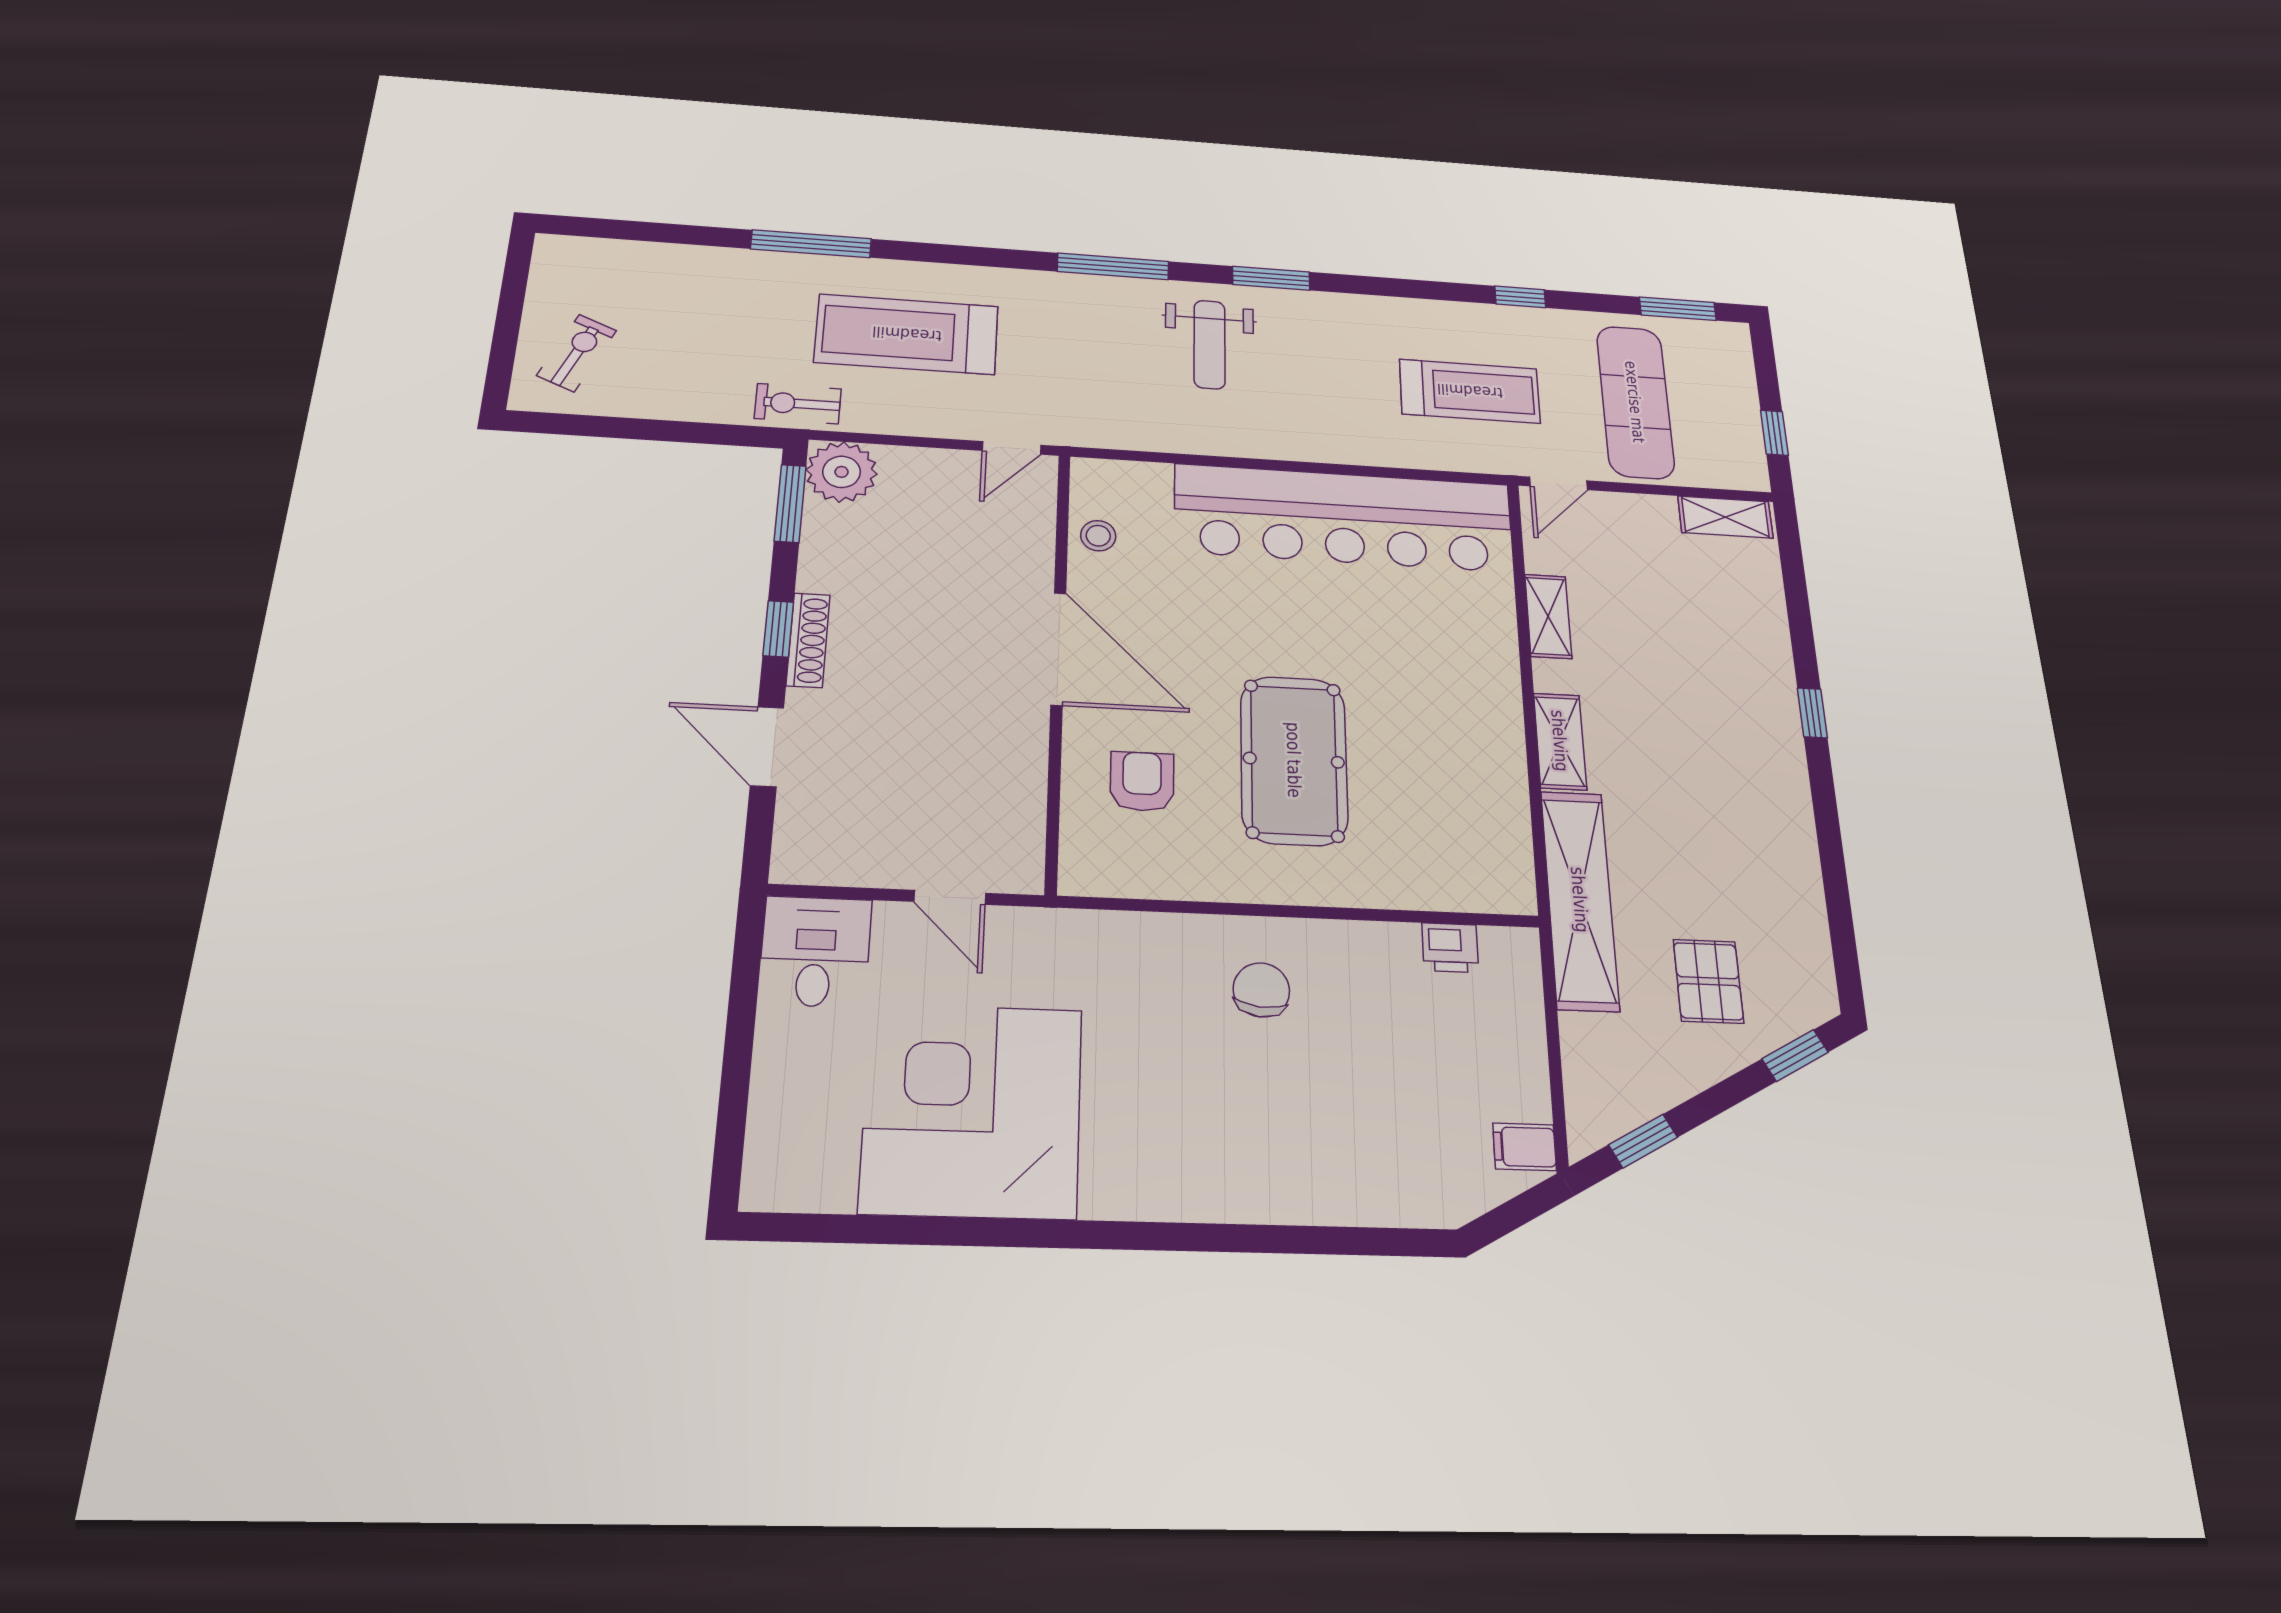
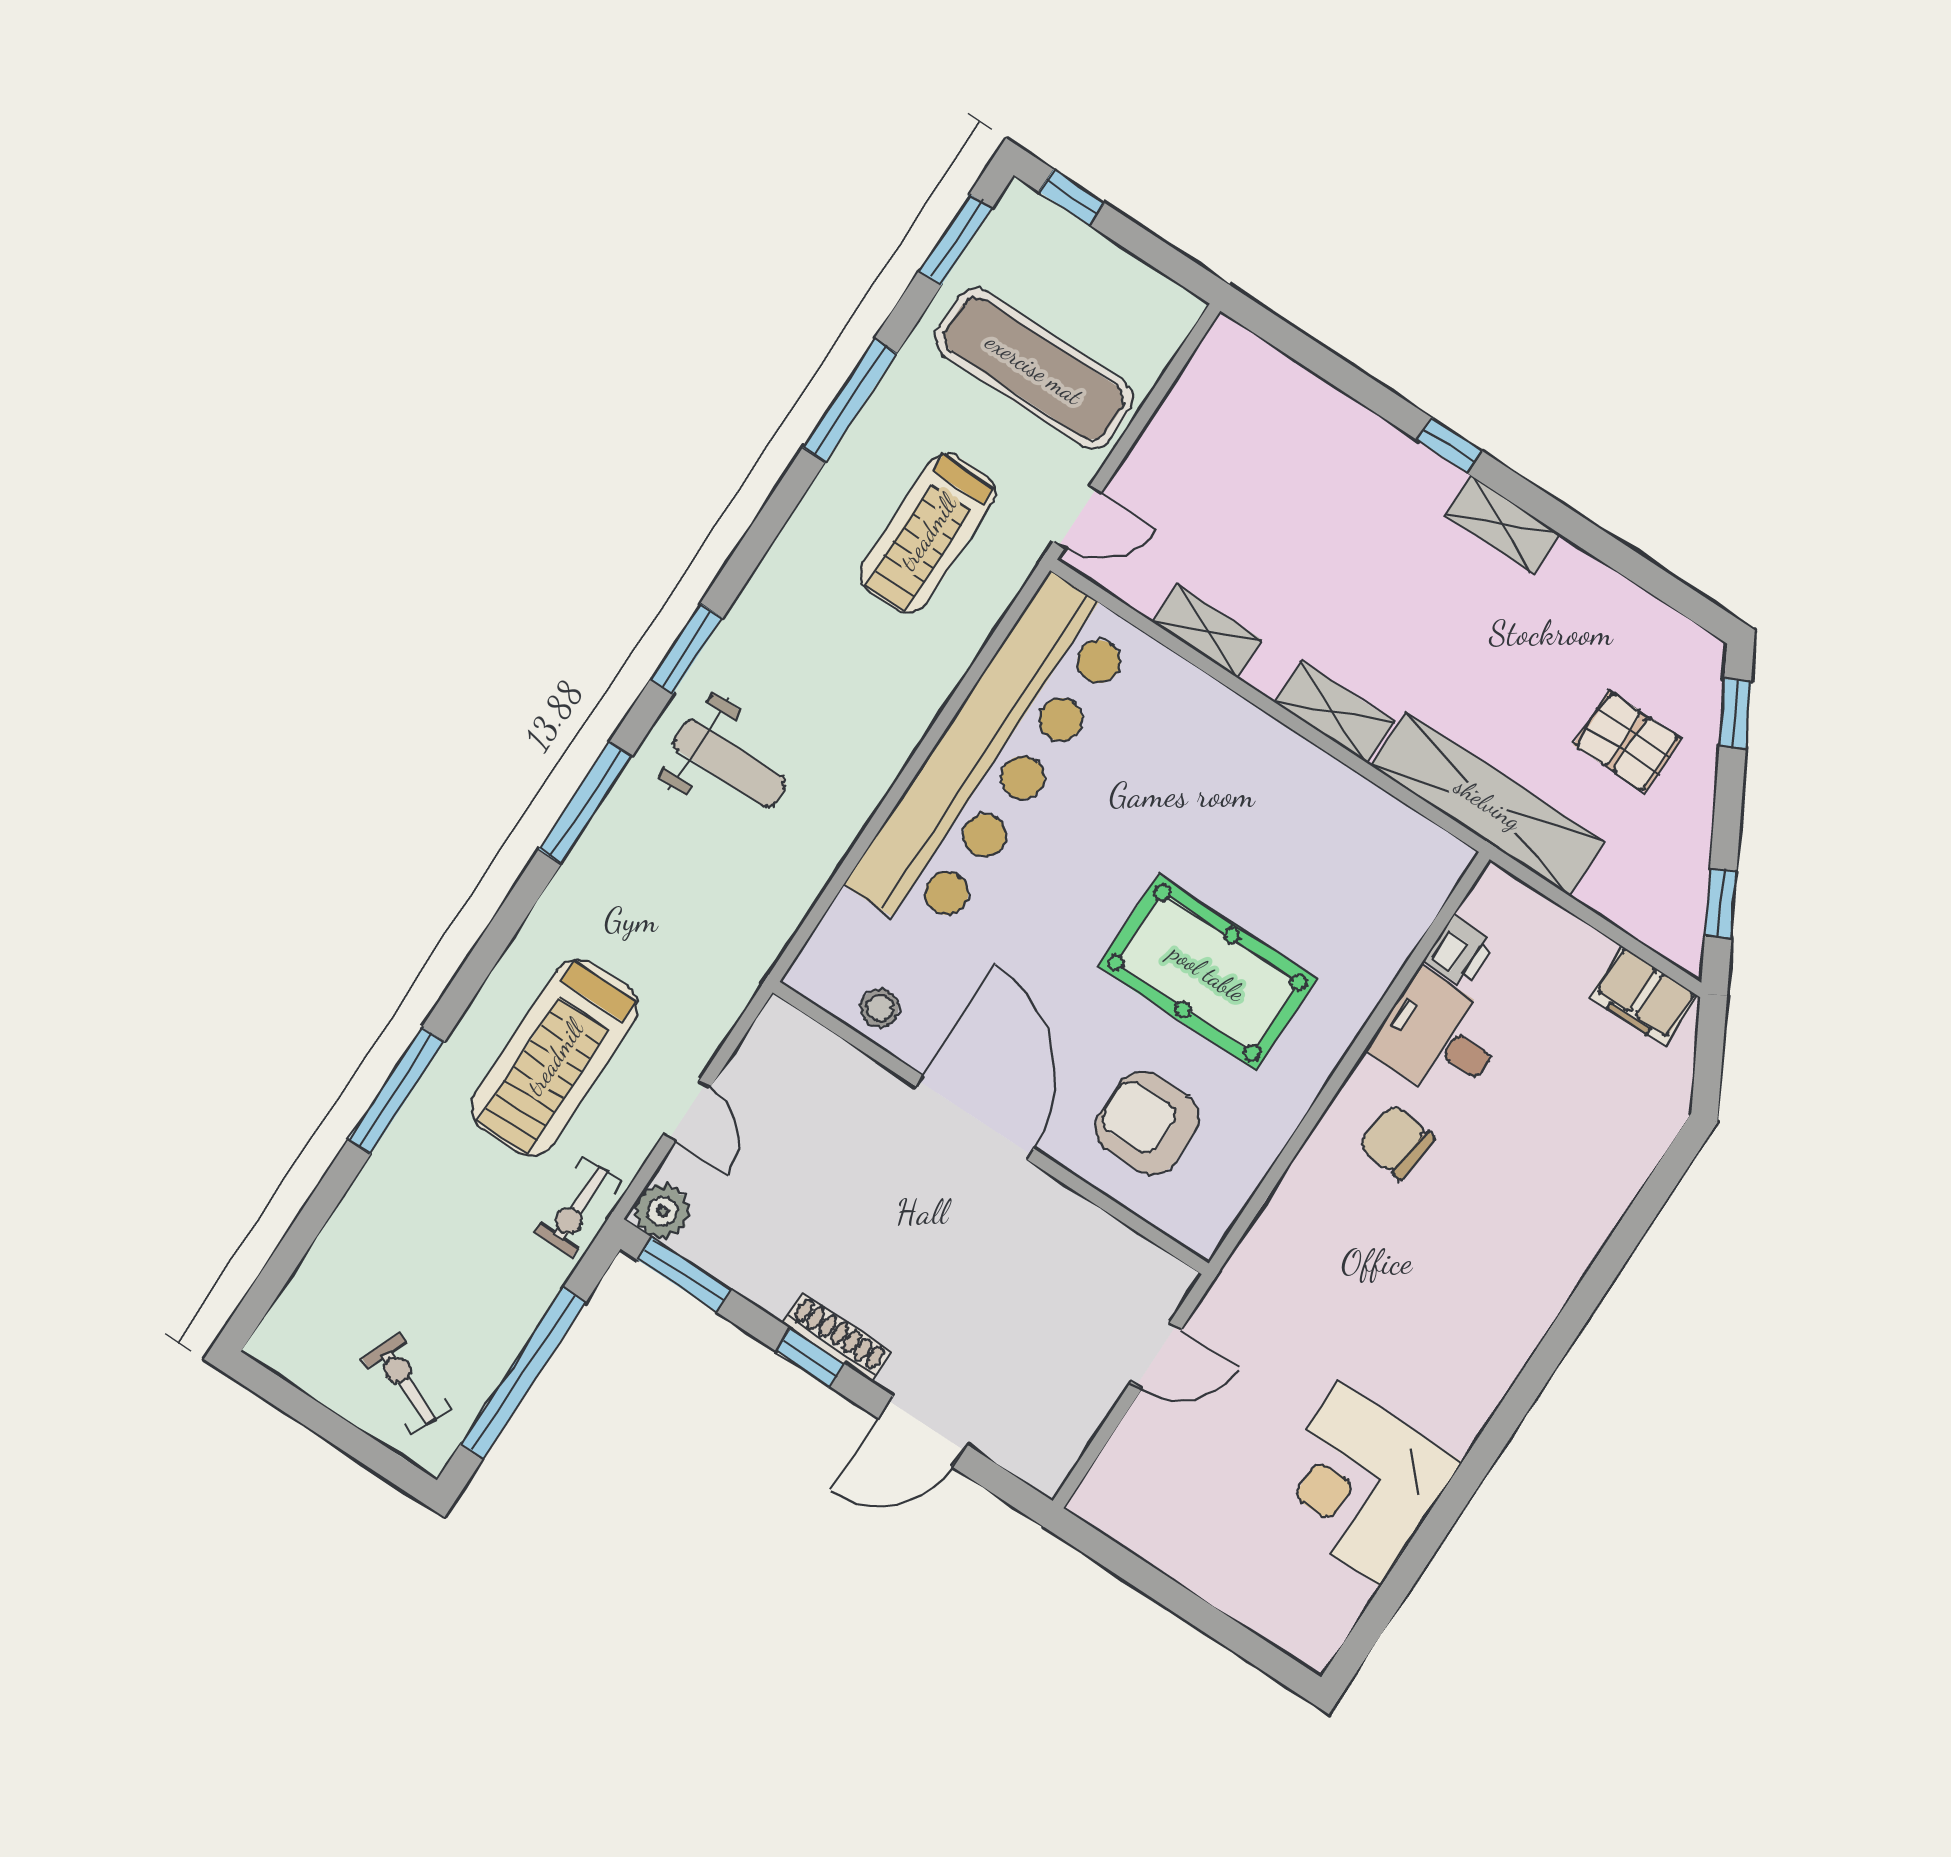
window: (1520, 297) -> (850, 400), width x2.17
treadmill: (1470, 391) -> (928, 533), turned 180
window: (635, 429) -> (523, 1373), added
window: (1774, 433) -> (1072, 197), moved
door: (1012, 448) -> (687, 1111), moved
plant: (842, 472) -> (662, 1211), width x0.73, depth x0.73
door: (1558, 483) -> (1077, 517), hinge flipped
shelving: (1725, 517) -> (1502, 525), moved, turned 90
door: (1058, 649) -> (975, 1117), hinge flipped
armchair: (1142, 781) -> (1147, 1123), width x1.38, depth x1.38
desk: (815, 952) -> (1439, 1037), moved
corner desk: (972, 1110) -> (1359, 1483), width x0.74, depth x0.74
filing cabinet: (1525, 1147) -> (1644, 996), width x2.00

